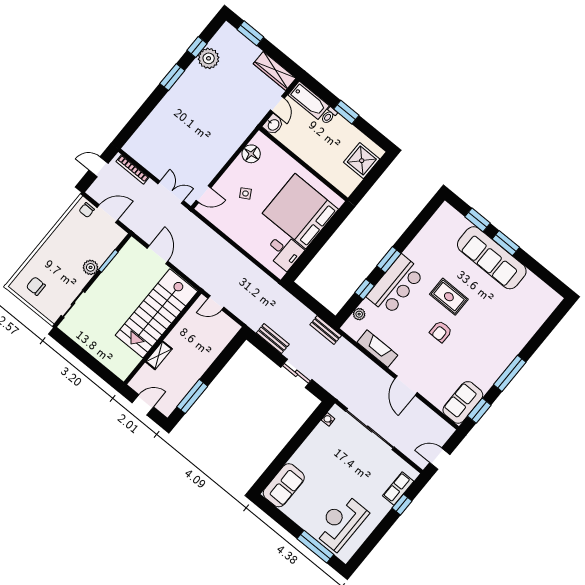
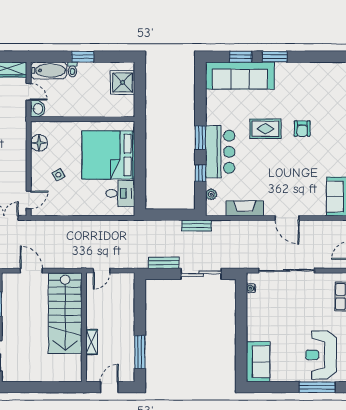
sofa: (492, 258) -> (240, 76), moved
armchair: (441, 332) -> (302, 129), moved
sliding door: (296, 373) -> (201, 274), width x1.37

